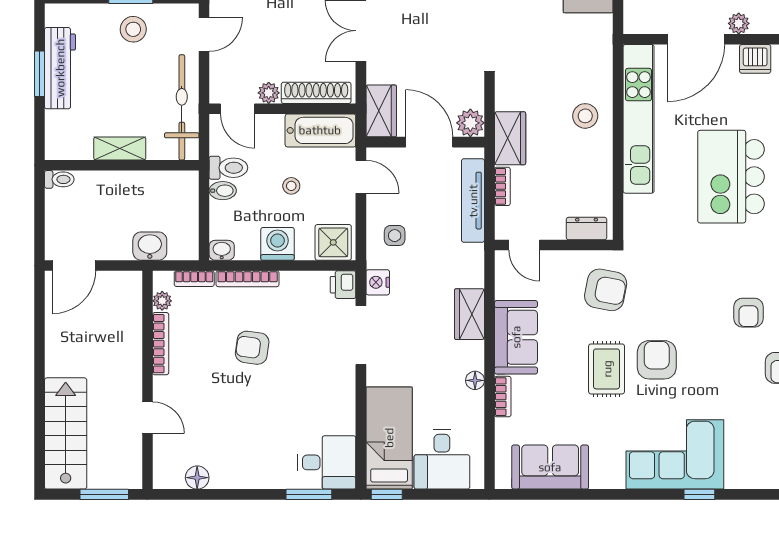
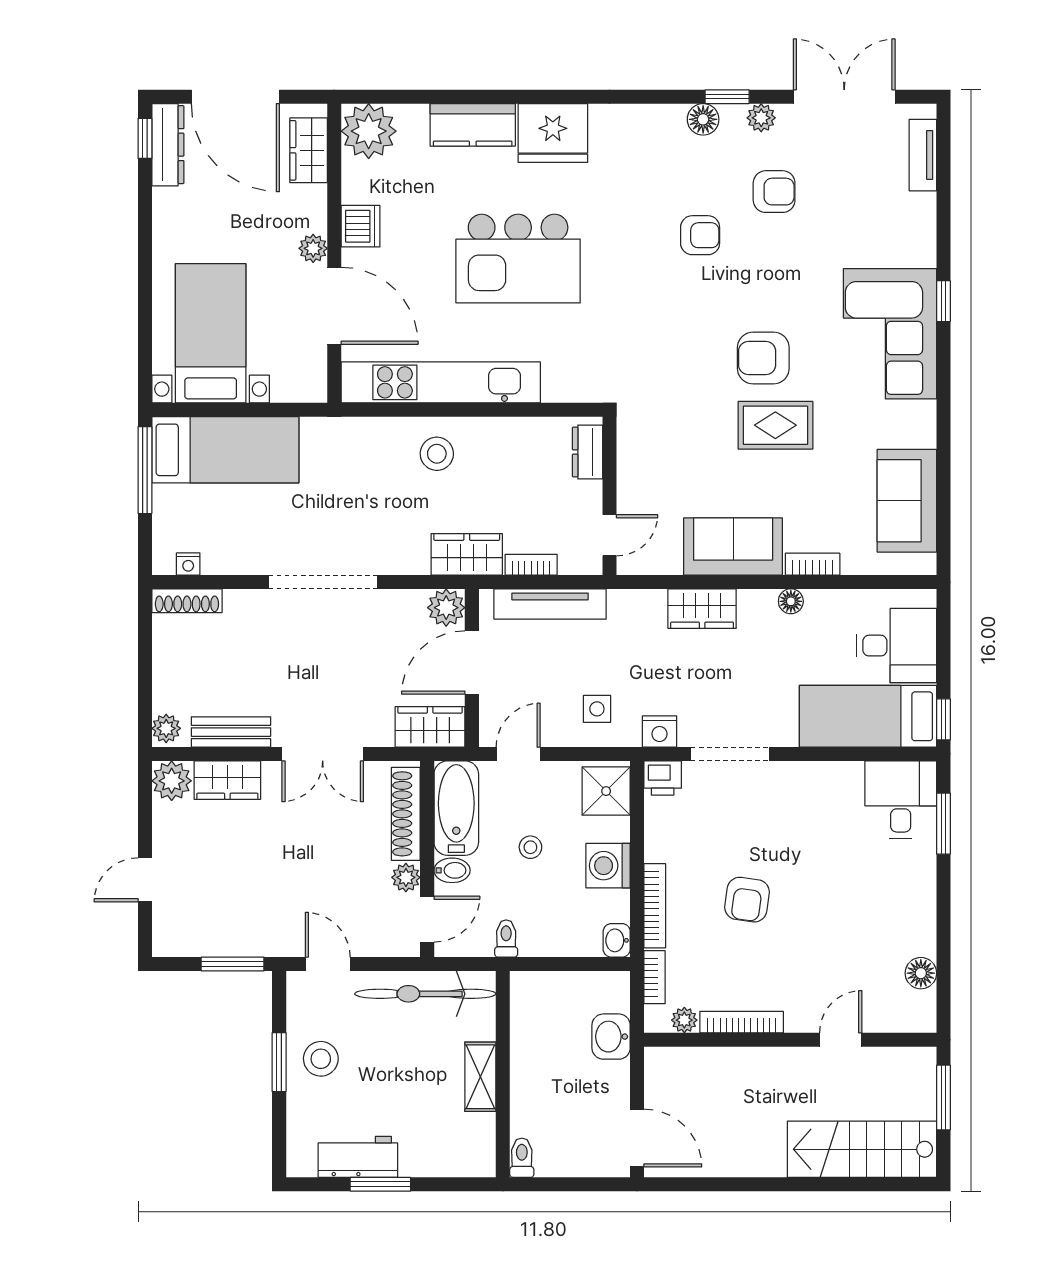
workbench: (60, 68) -> (358, 1157), width x0.73
toilet: (228, 168) -> (506, 939), width x0.73, depth x0.72
bidet: (223, 191) -> (452, 870), moved, turned 90
armchair: (606, 290) -> (670, 426), removed

